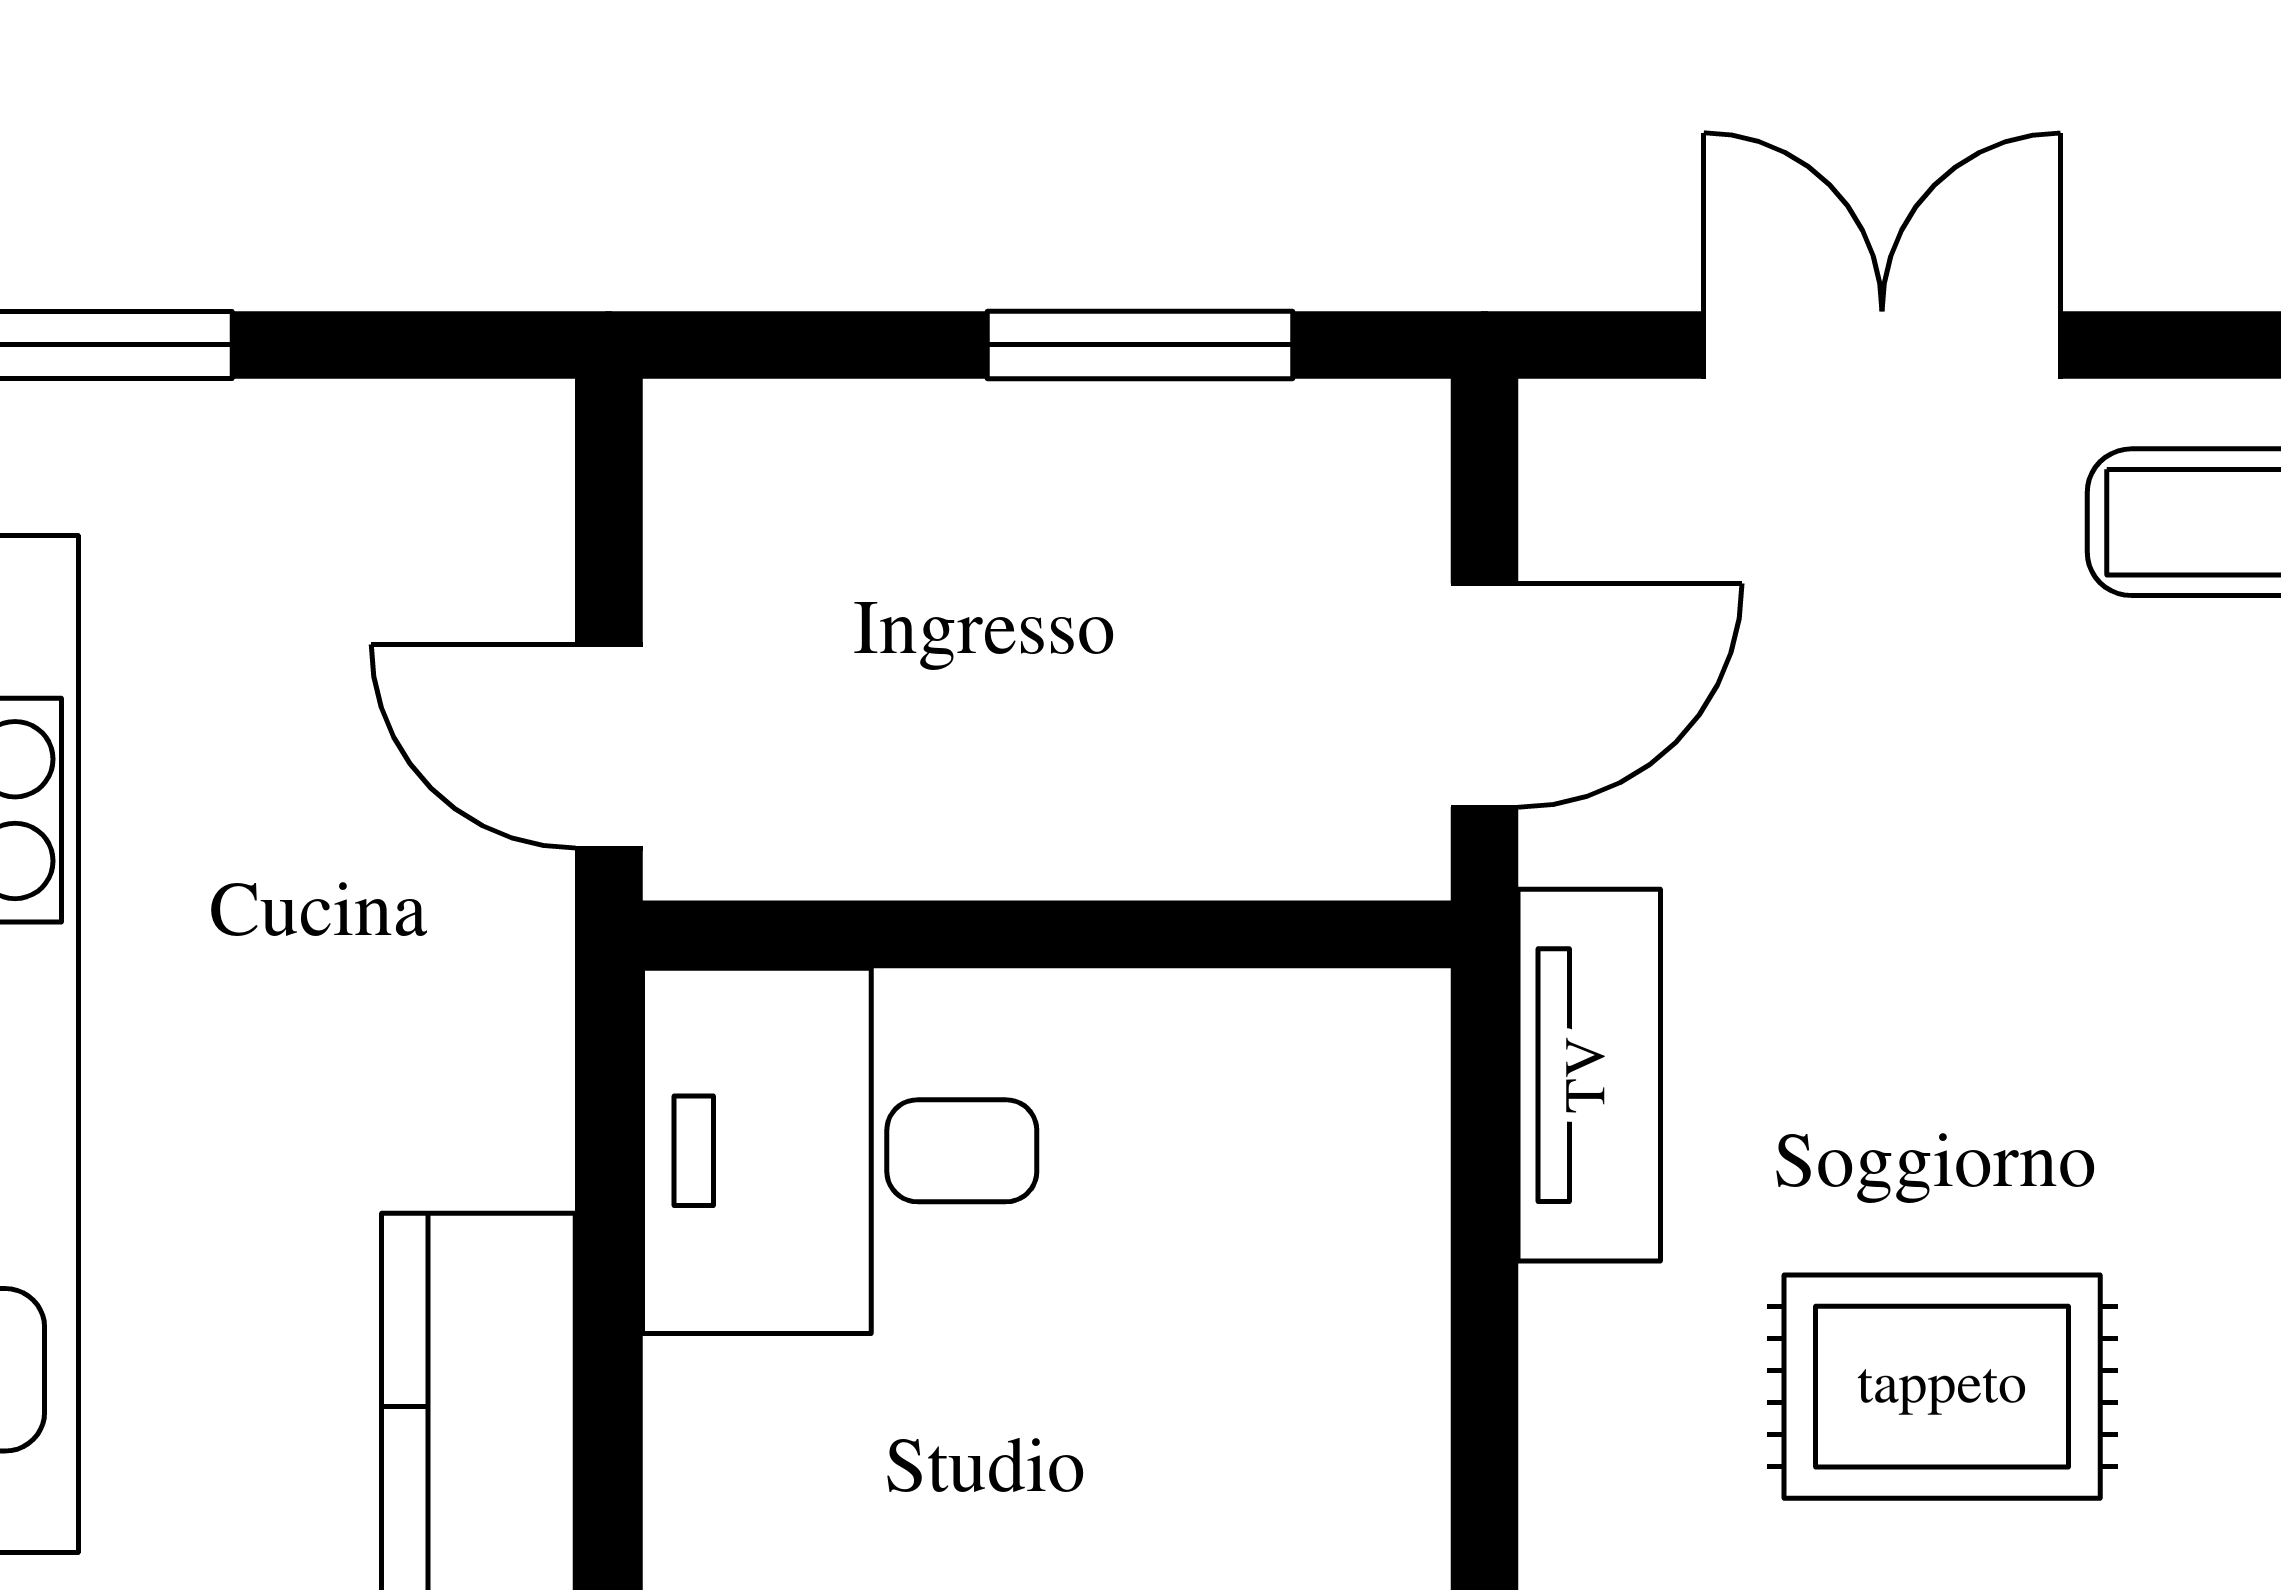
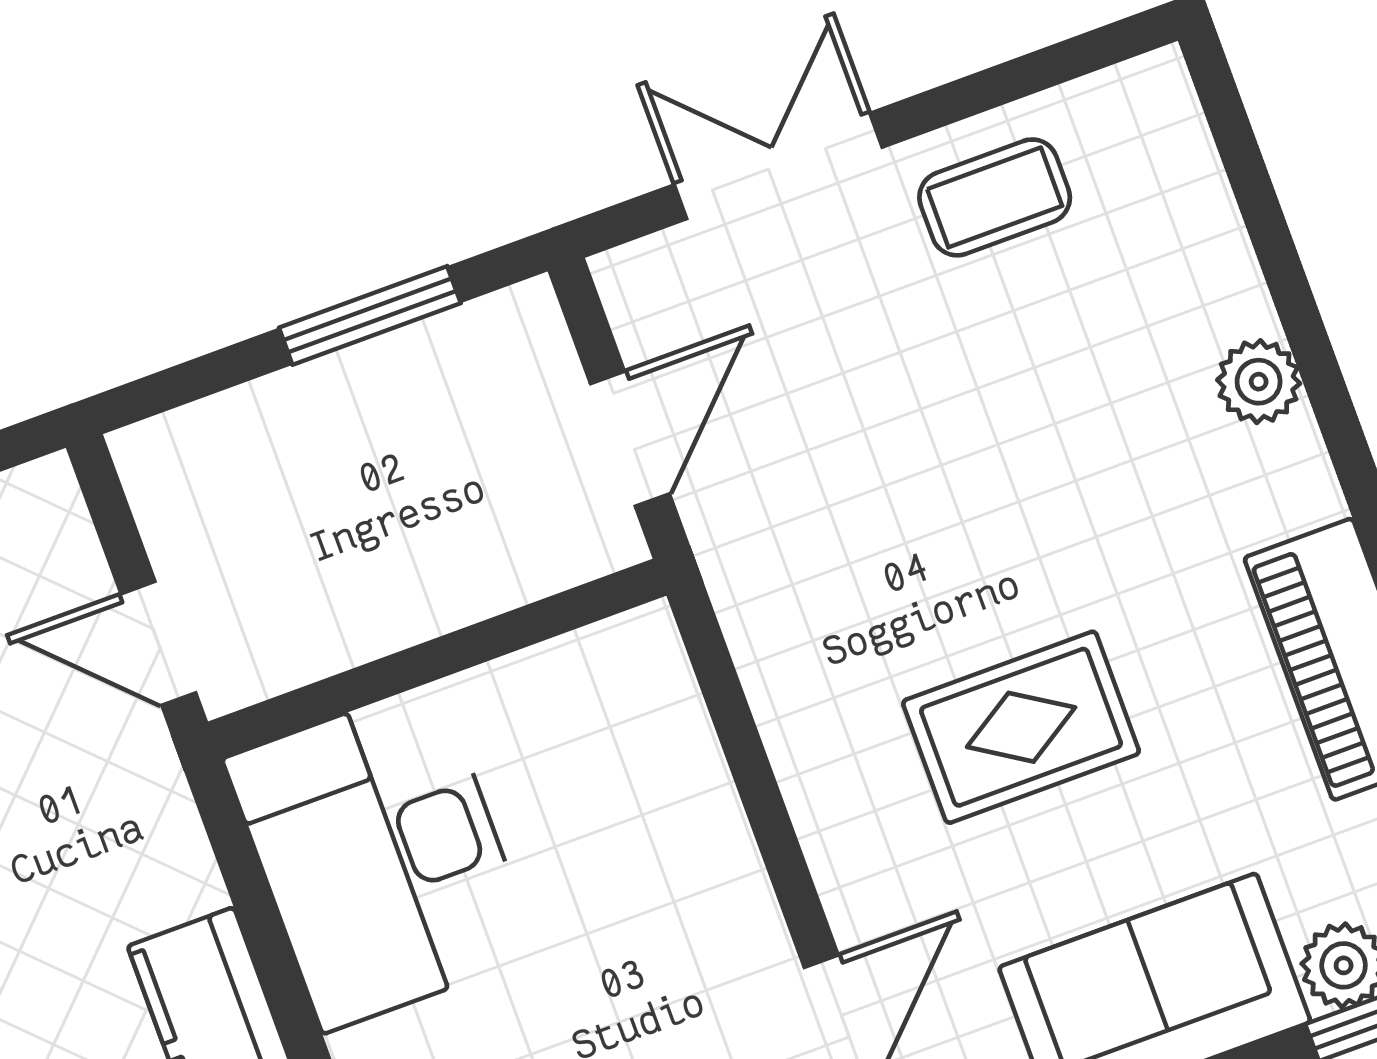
tv unit: (1589, 1075) -> (764, 627), removed
desk: (840, 1151) -> (381, 857), width x1.37

